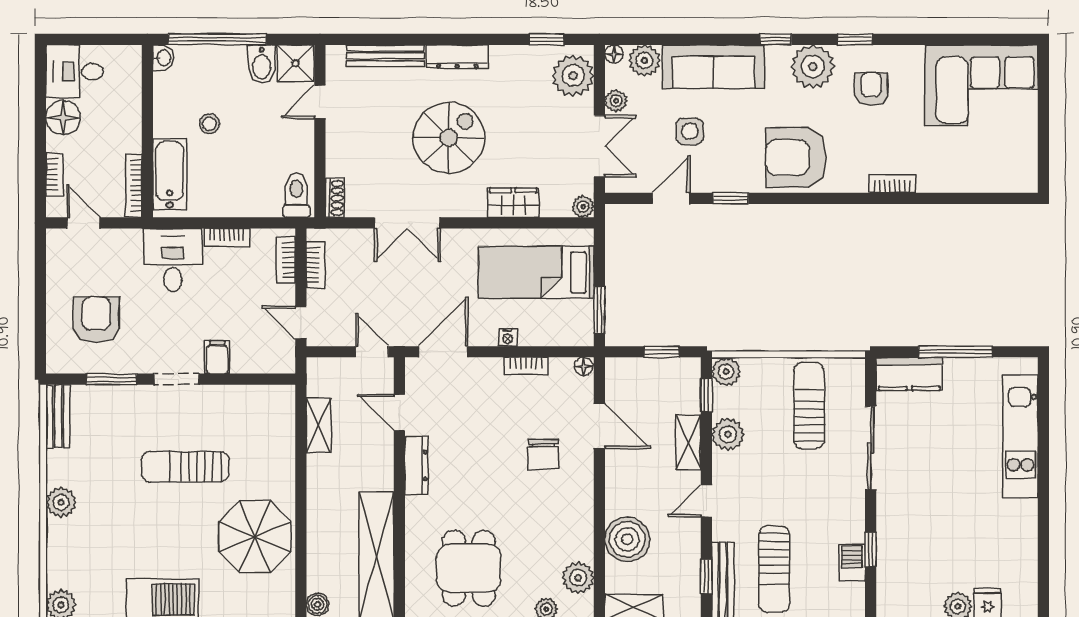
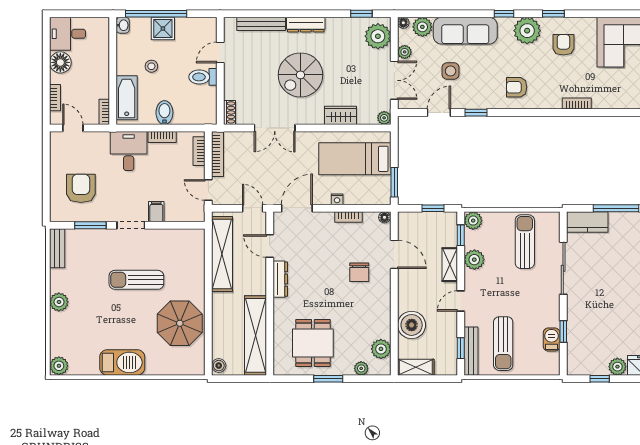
shower: (296, 63) -> (163, 29), moved
bidet: (262, 64) -> (164, 113), moved, turned 180
spiral stairs: (449, 138) -> (300, 75), turned 180
armchair: (796, 158) -> (517, 87), width x0.53, depth x0.53
bookcase: (134, 185) -> (104, 112), width x0.64
toilet: (296, 195) -> (203, 77), moved, turned -90
bookcase: (316, 265) -> (217, 154), width x1.56
shelving: (319, 425) -> (222, 254), width x2.20, depth x1.33

